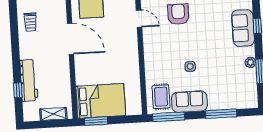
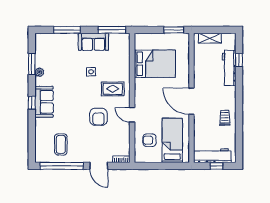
rug: (161, 97) -> (113, 89), moved, turned 90
bed: (101, 101) -> (155, 64), moved, turned 180

